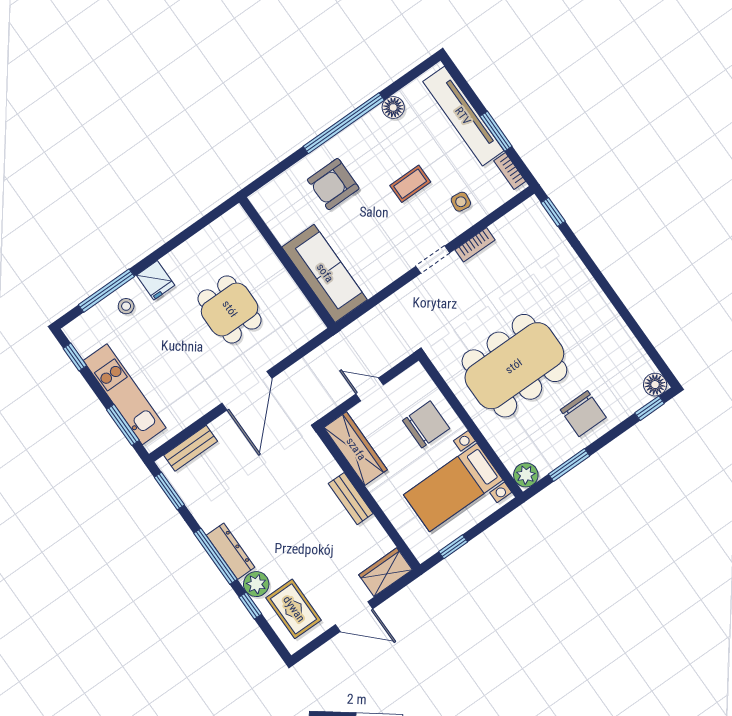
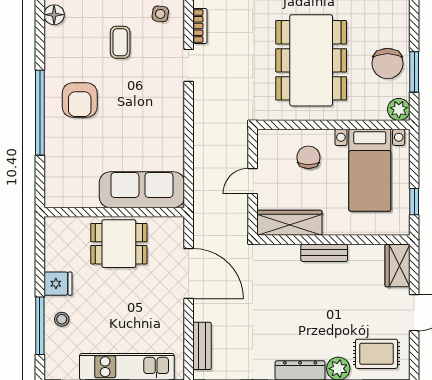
window: (344, 123) -> (40, 113), moved
wall: (287, 263) -> (114, 212), moved
sofa: (325, 273) -> (142, 190), moved
chair: (583, 414) -> (388, 64), moved, turned 90
chair: (426, 424) -> (308, 157), width x0.73, depth x0.73

